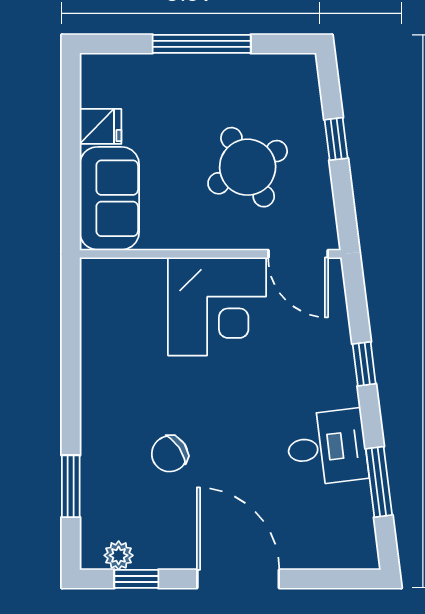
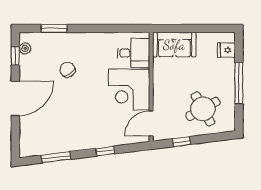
fridge: (101, 126) -> (226, 50), moved, turned 90
window: (336, 139) -> (181, 142), moved
round table: (248, 167) -> (203, 109), moved
desk: (327, 447) -> (134, 53), moved, turned -83

